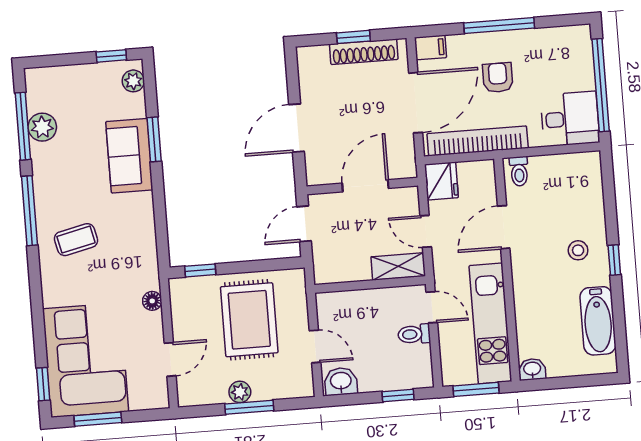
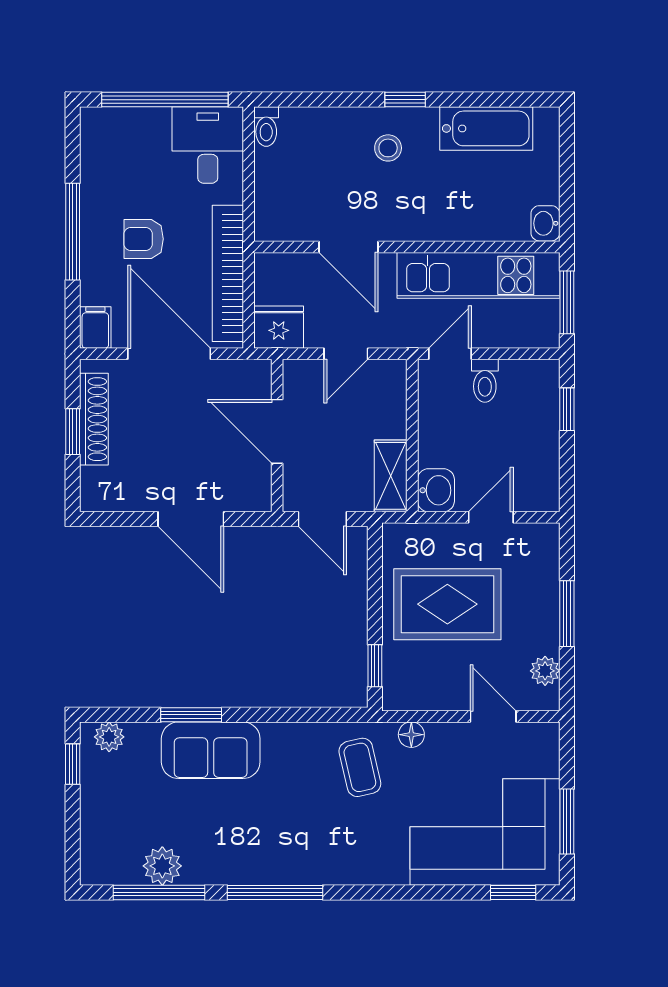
toilet: (519, 171) -> (266, 127), moved, turned 90
coffee table: (76, 240) -> (360, 767), moved
shelving: (398, 266) -> (391, 476), moved
washbasin: (341, 381) -> (436, 490), moved, turned 180
plant: (240, 392) -> (545, 671), moved

